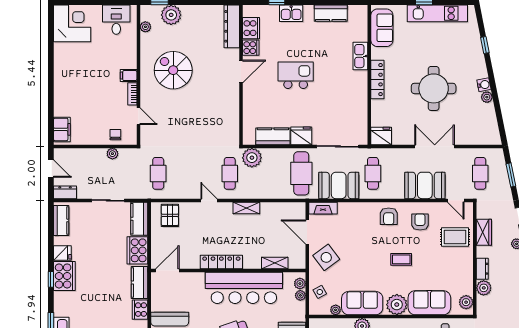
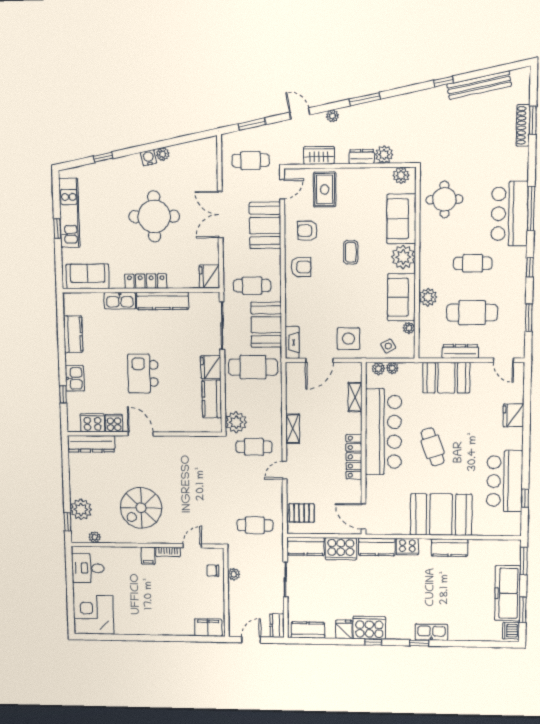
kitchen counter: (360, 94) -> (163, 301), added
side table: (326, 257) -> (349, 339), turned 37

